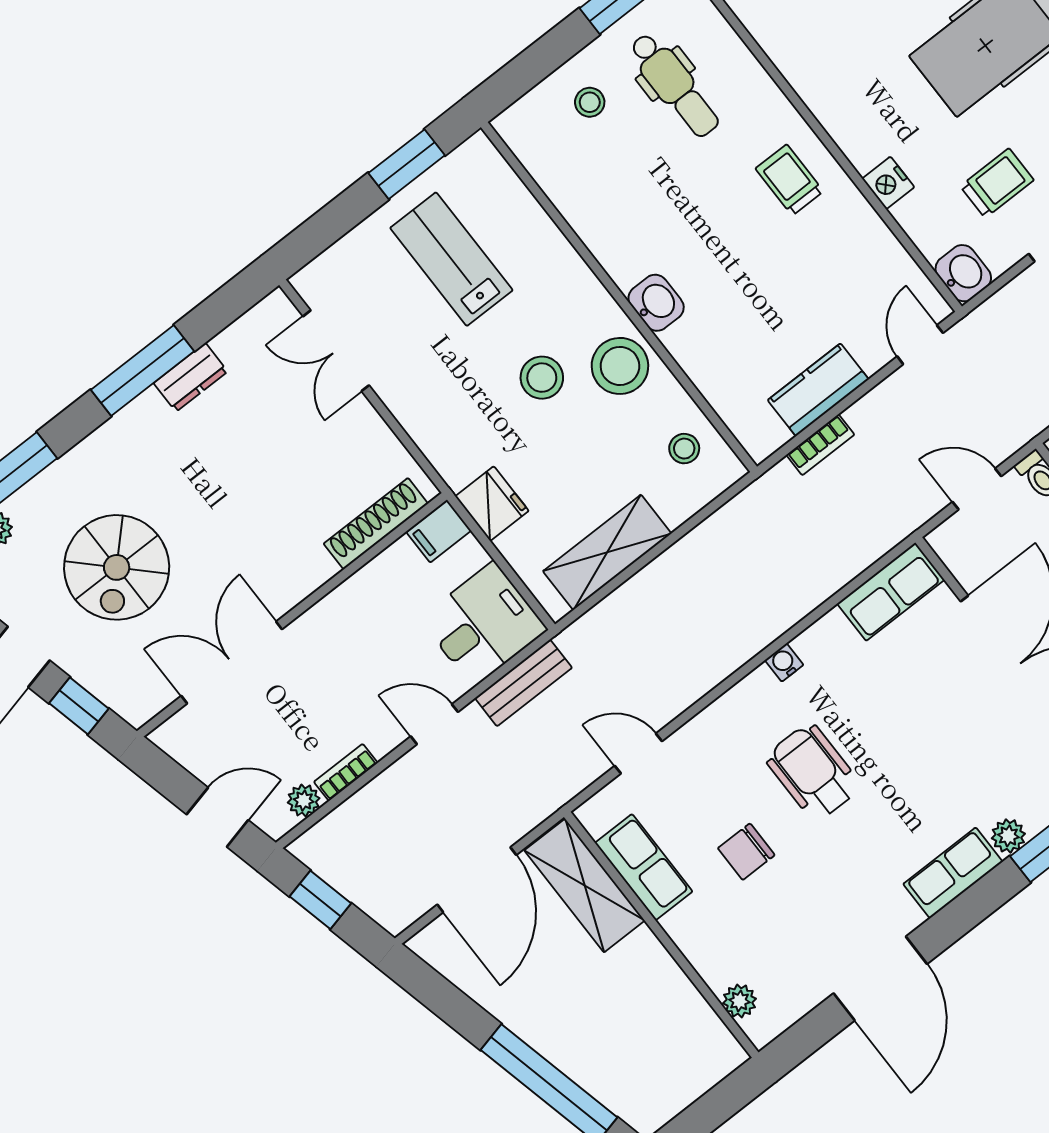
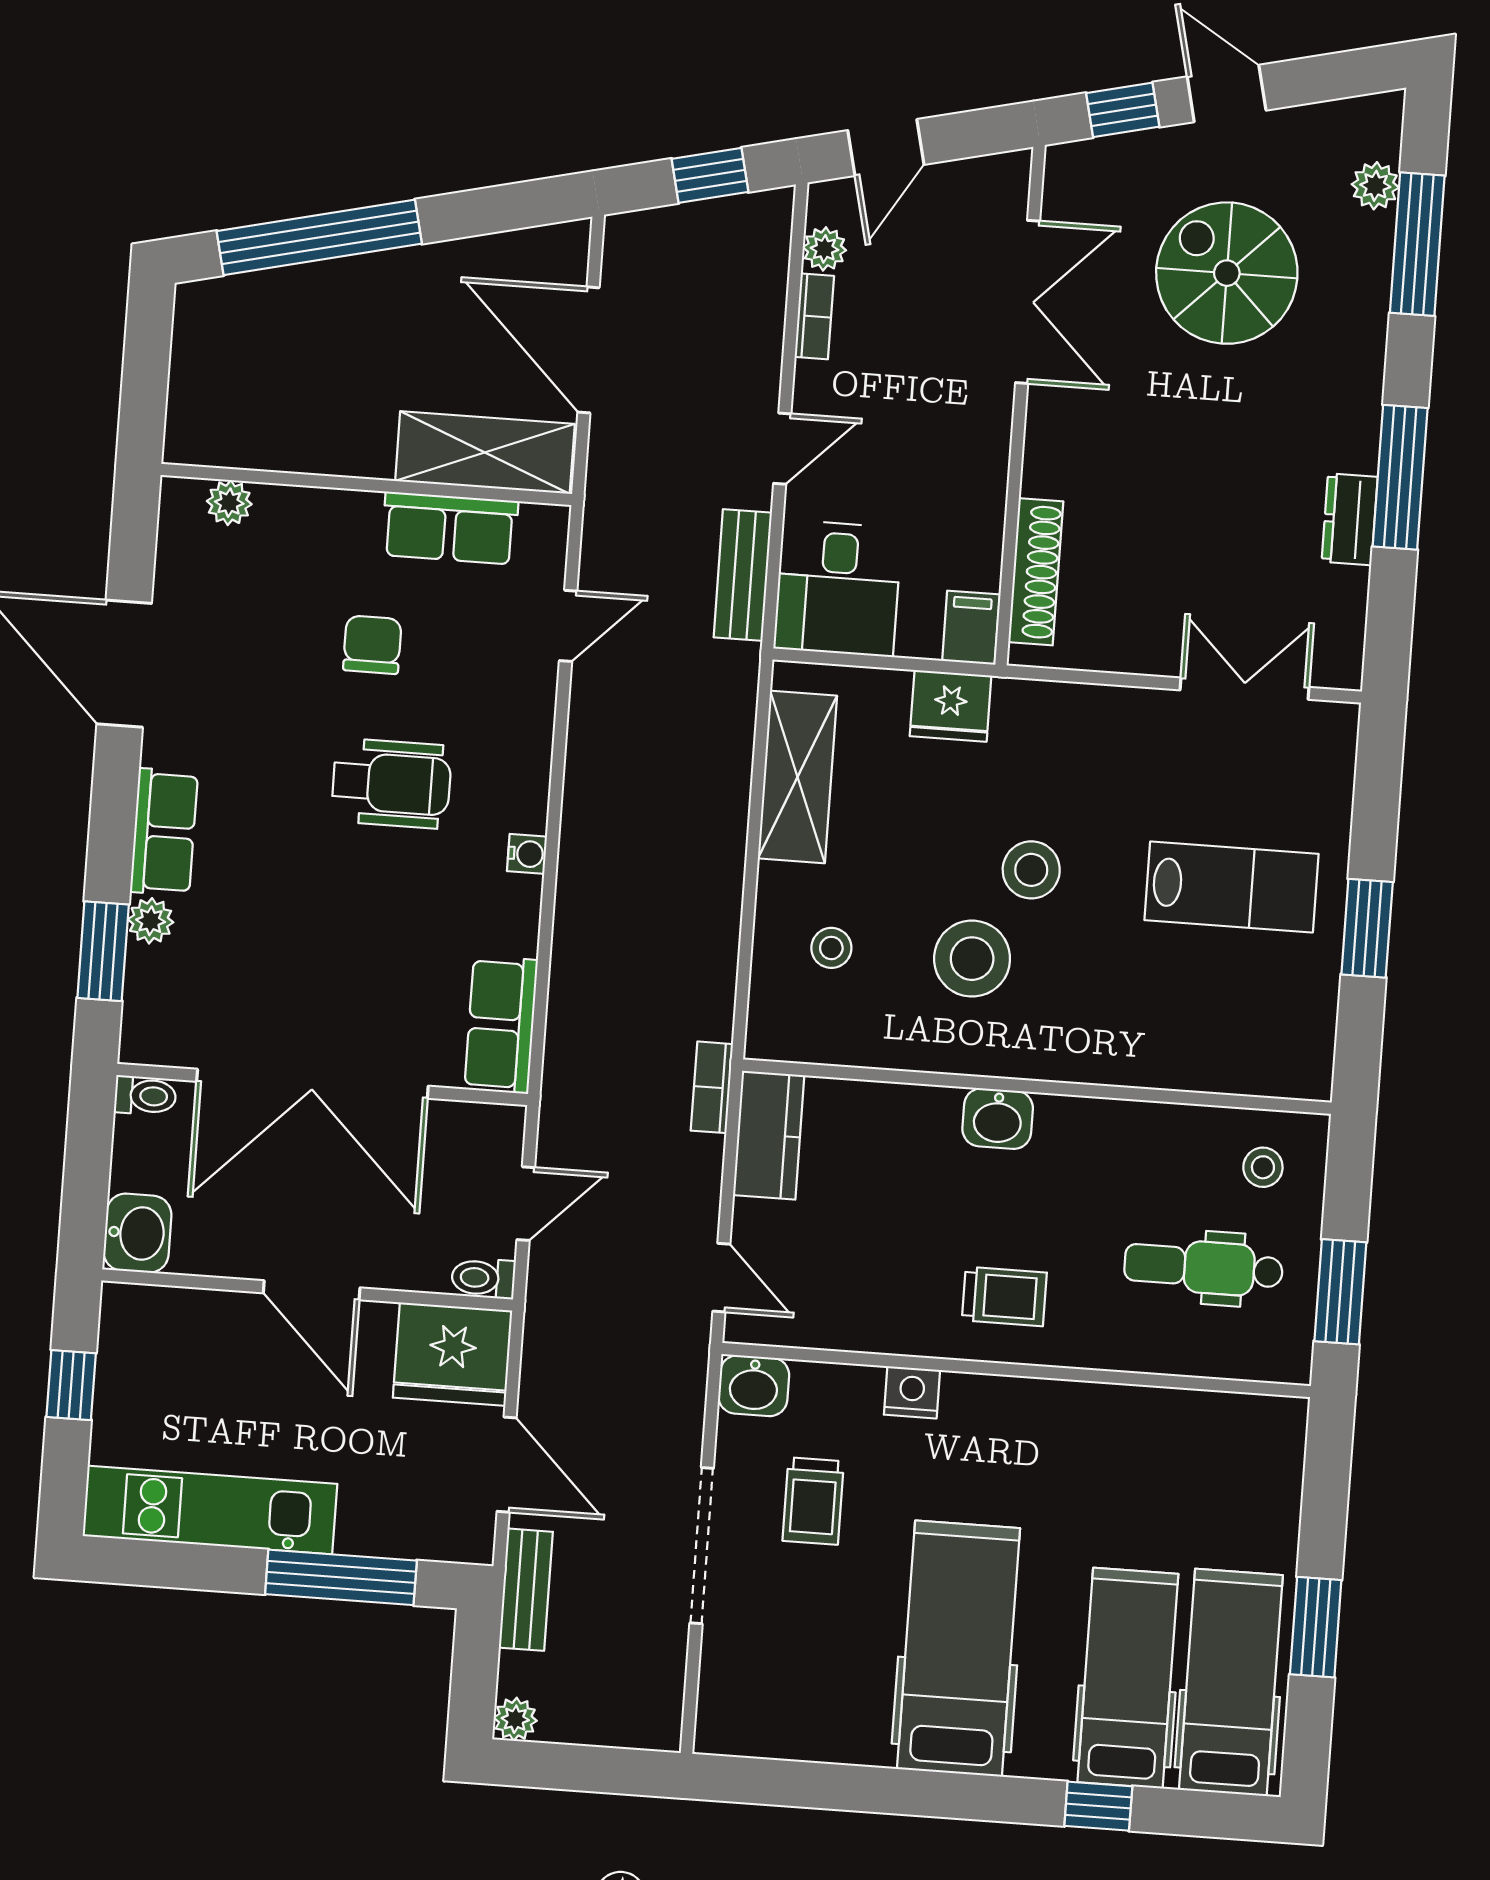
wall: (619, 297) -> (1037, 1087), moved
washbasin: (656, 303) -> (998, 1119), moved

